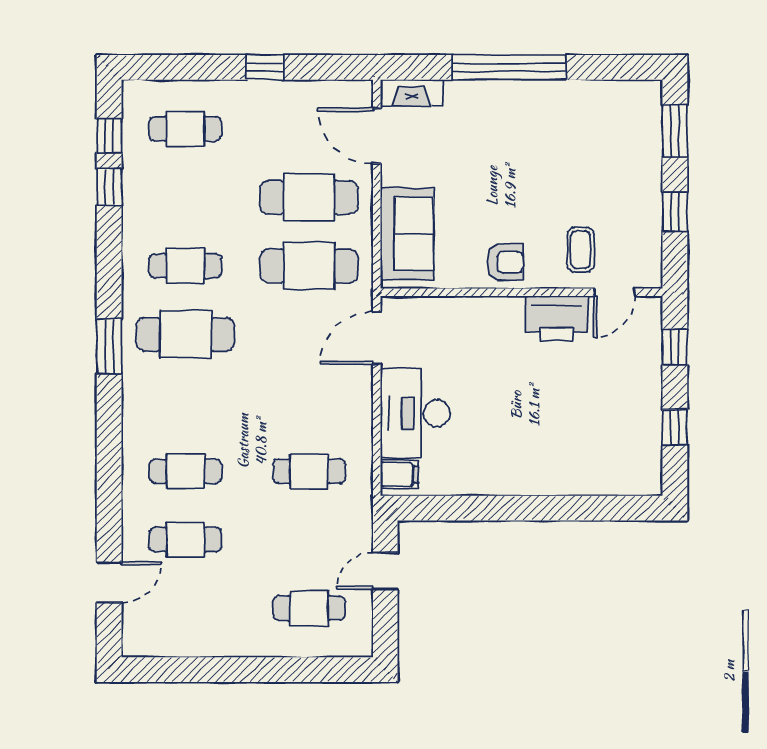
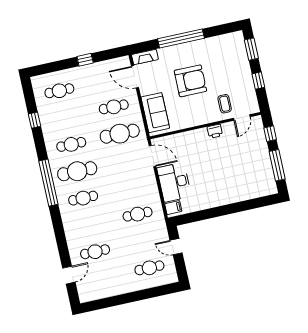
window: (109, 136) -> (30, 100), removed
cafe table: (309, 197) -> (114, 107), width x0.73, depth x0.74
armchair: (505, 262) -> (190, 81), moved, width x1.88, depth x1.88
printer: (556, 318) -> (215, 131), width x0.53, depth x0.68
door: (377, 338) -> (153, 156), swing flipped
window: (109, 346) -> (48, 183), width x2.11
window: (675, 427) -> (277, 165), width x2.17
cafe table: (185, 471) -> (83, 198), moved
door: (385, 571) -> (176, 247), hinge flipped

